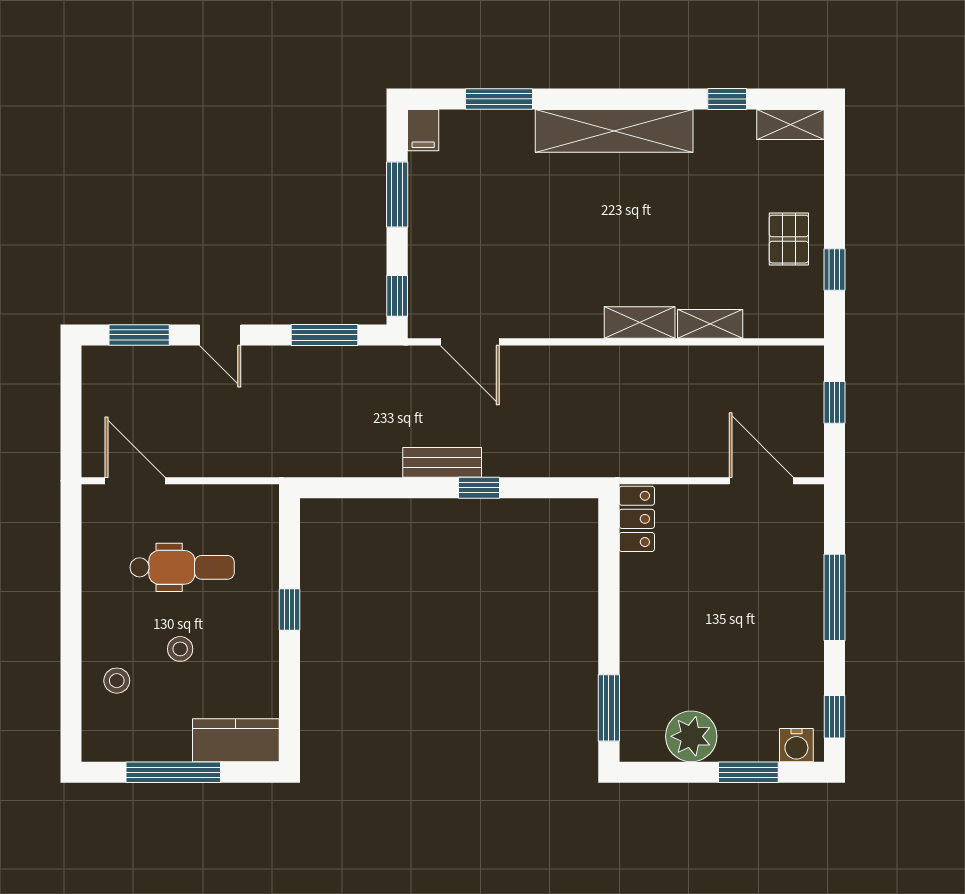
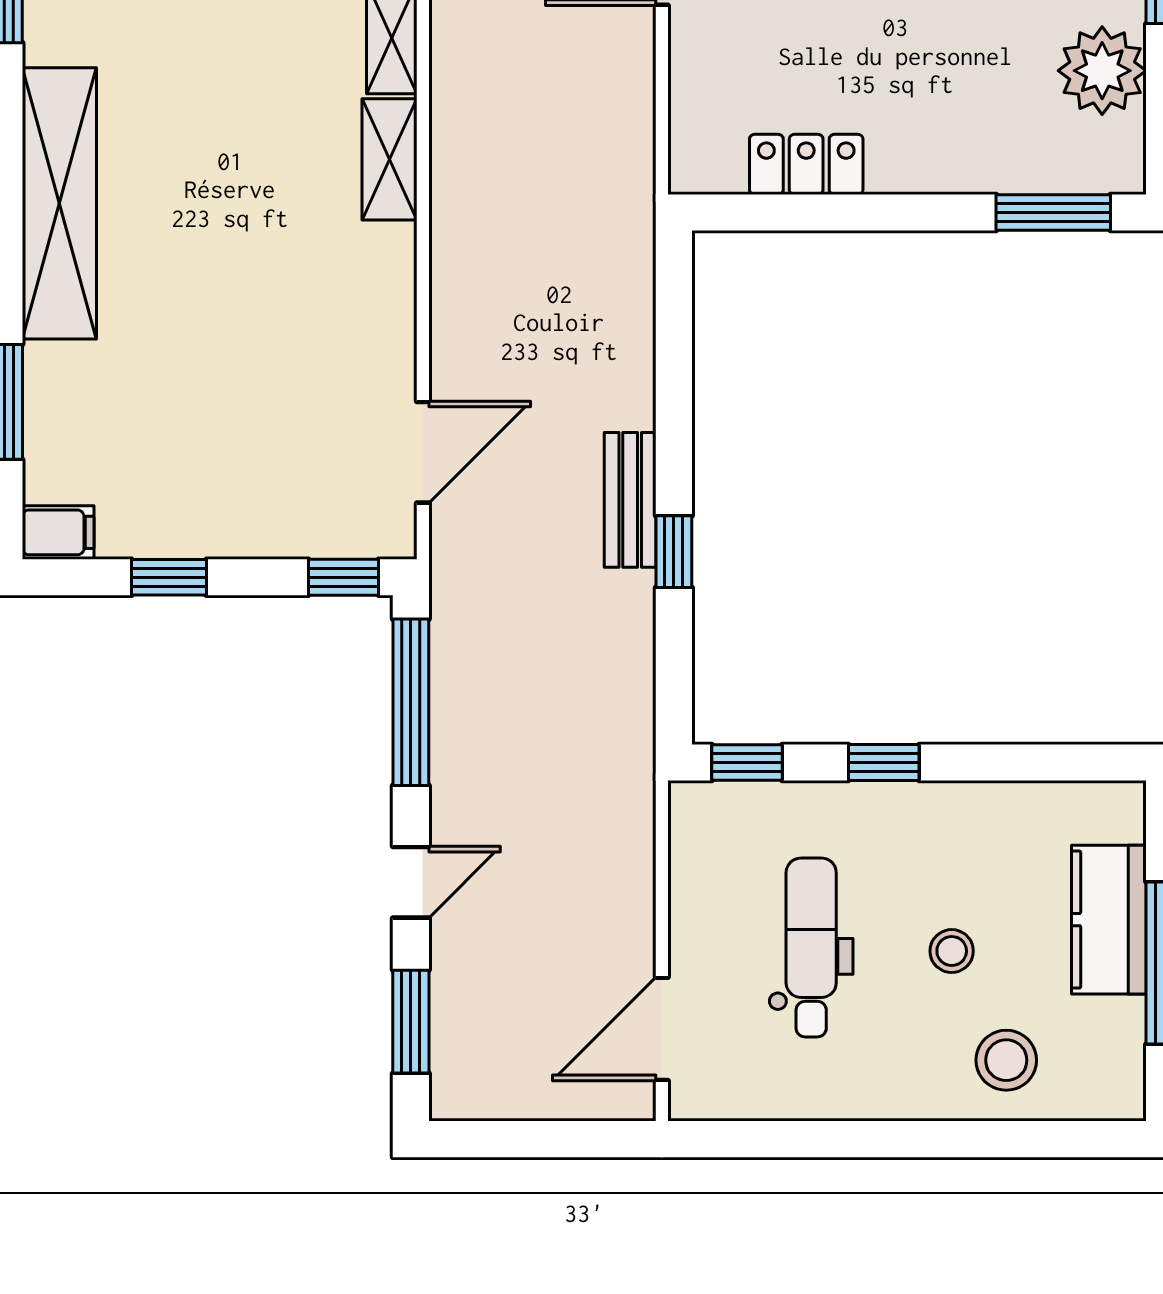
window: (397, 195) -> (169, 577), width x0.67
window: (325, 335) -> (411, 702), width x1.44
window: (479, 488) -> (674, 552), moved
locker: (637, 519) -> (806, 164), moved
window: (290, 530) -> (747, 763), added
stool: (117, 681) -> (1006, 1060), width x1.37, depth x1.37
kitchen counter: (236, 740) -> (1109, 920), moved

